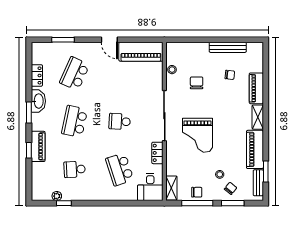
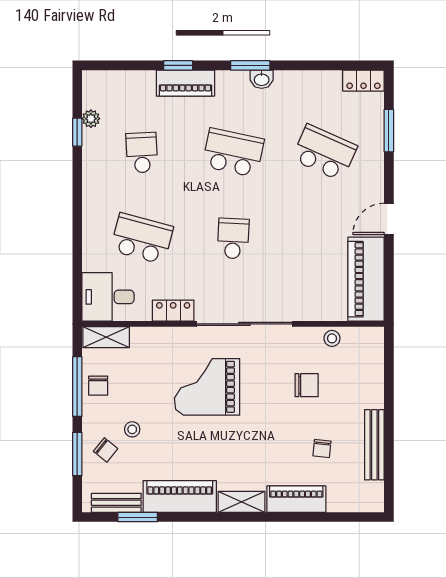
locker: (37, 75) -> (363, 81), moved
washbasin: (38, 101) -> (262, 79), width x0.52, depth x0.69
school desk: (120, 169) -> (142, 238), turned 33

